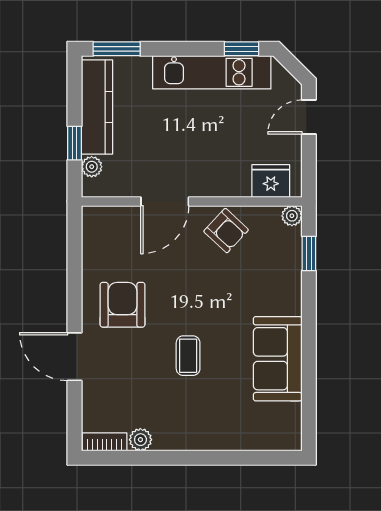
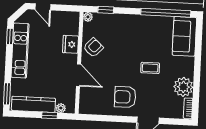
fridge: (271, 181) -> (71, 44), moved
sofa: (278, 359) -> (184, 36), moved, turned 90
window: (309, 384) -> (166, 13), added
plant: (140, 440) -> (183, 87), width x1.87, depth x1.87

